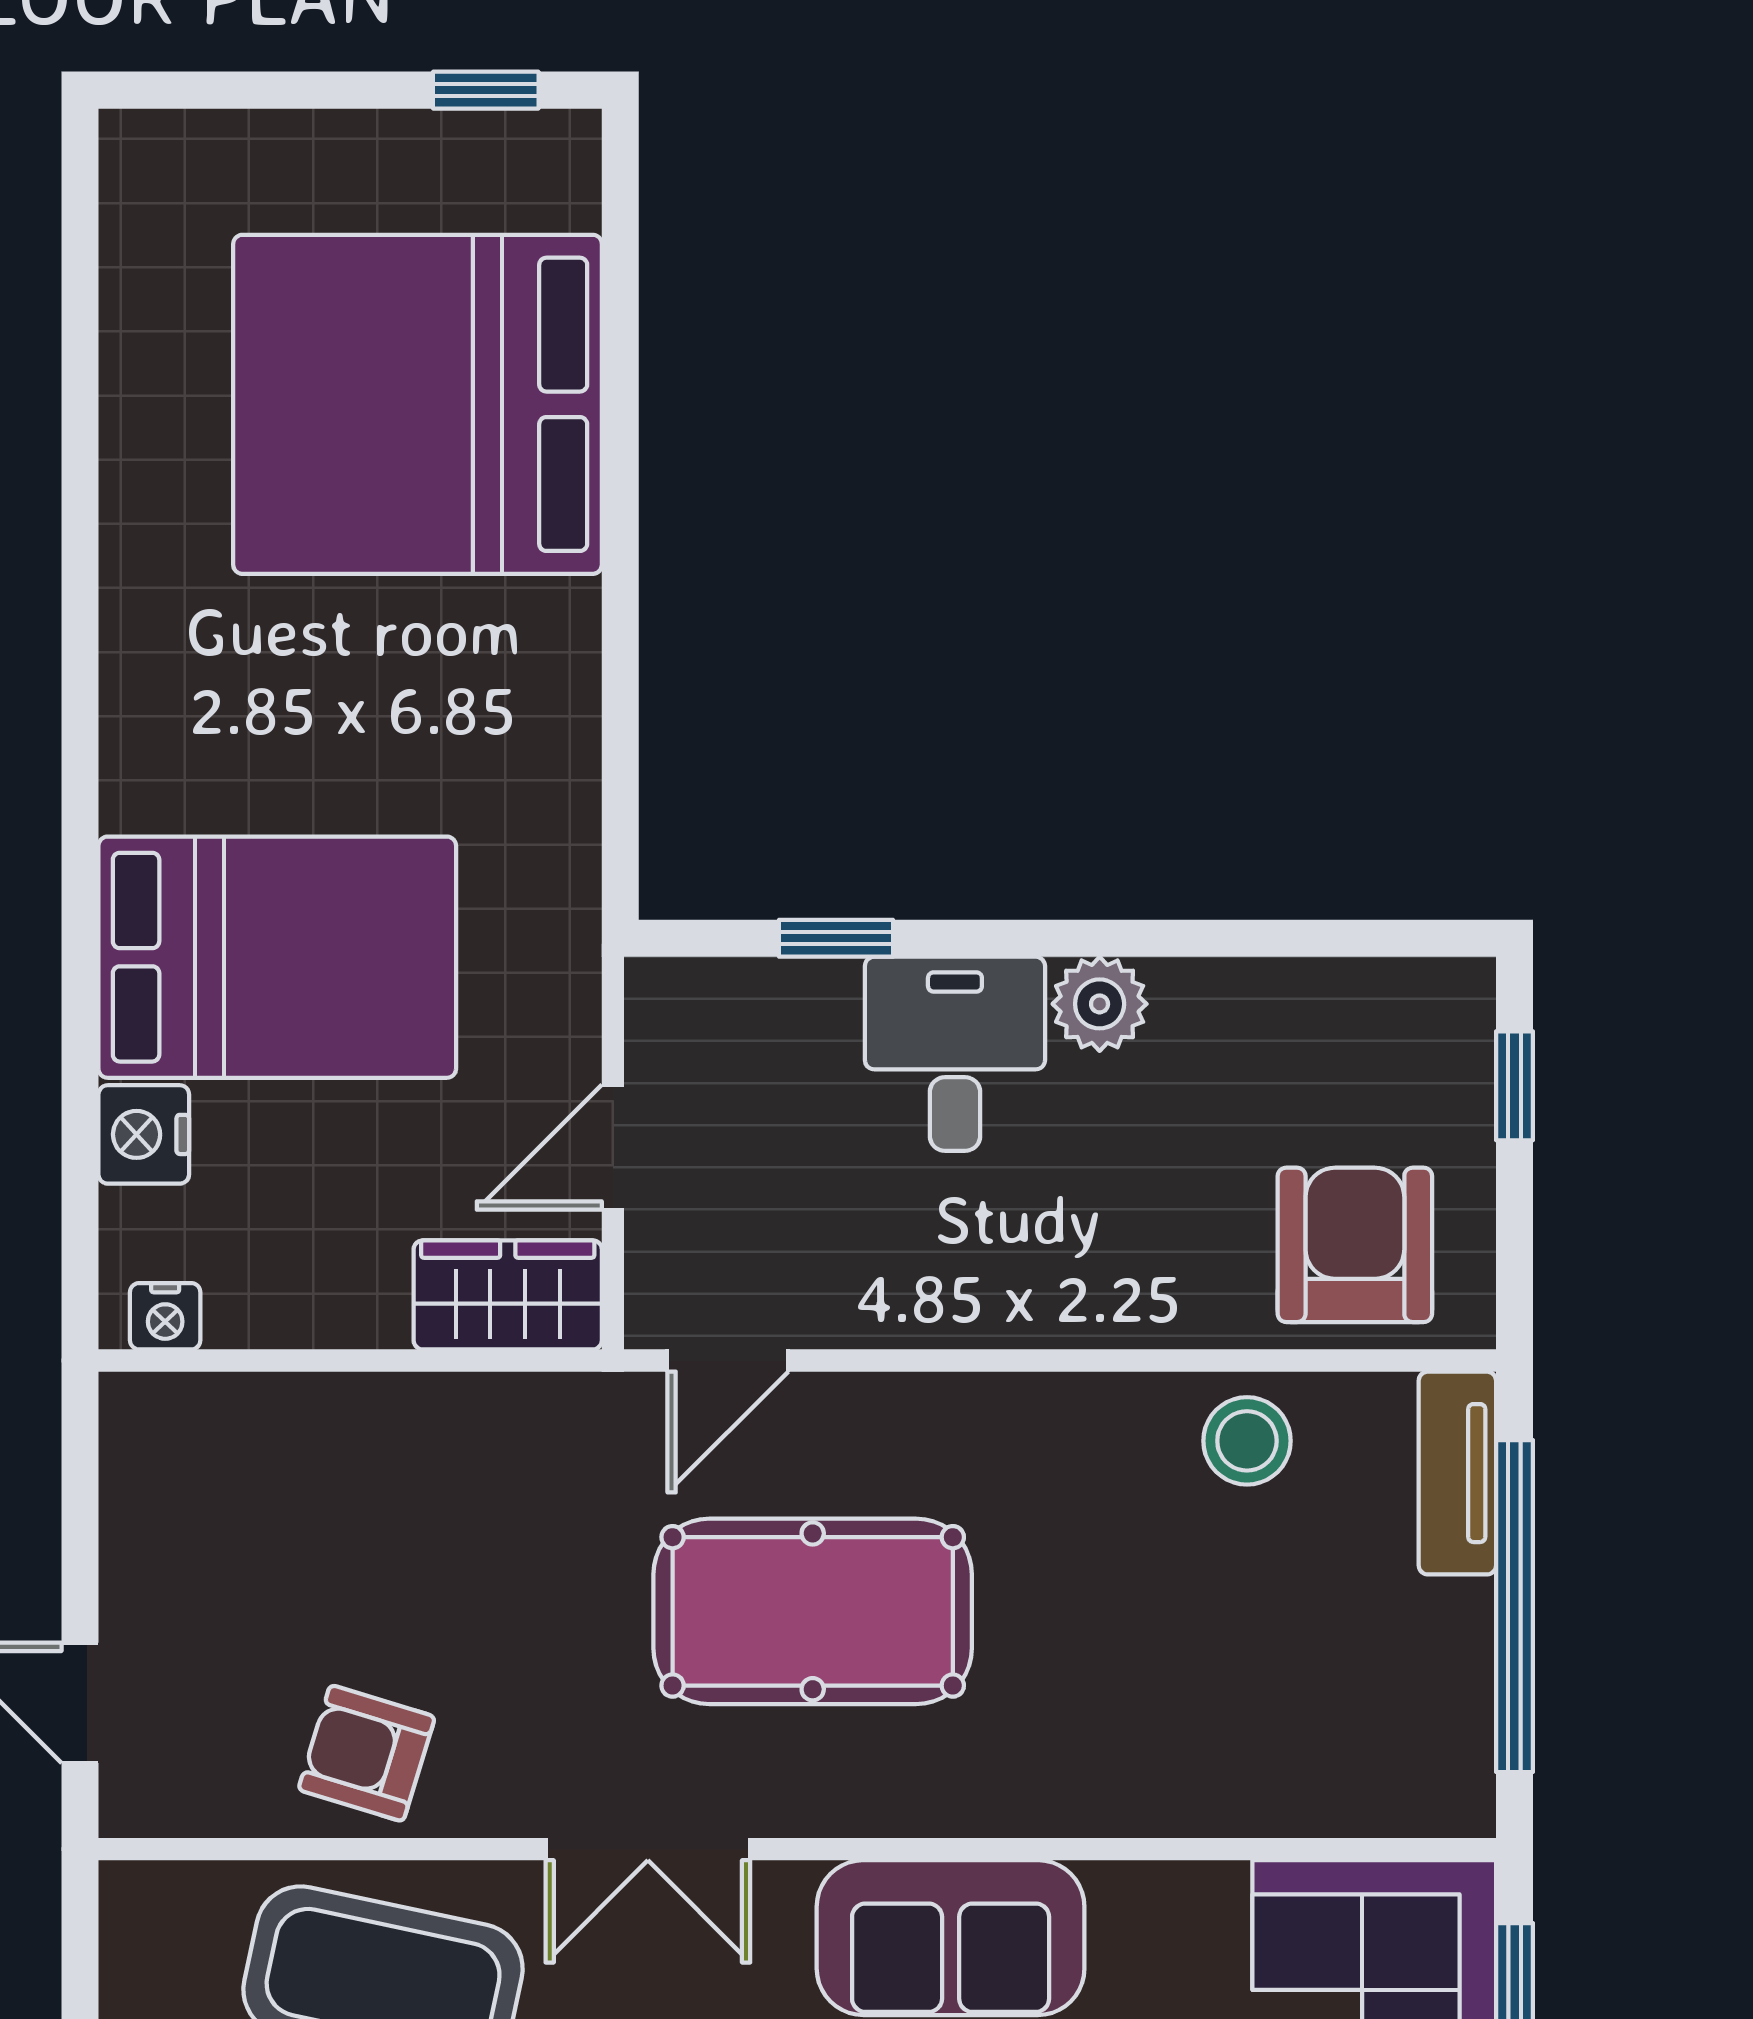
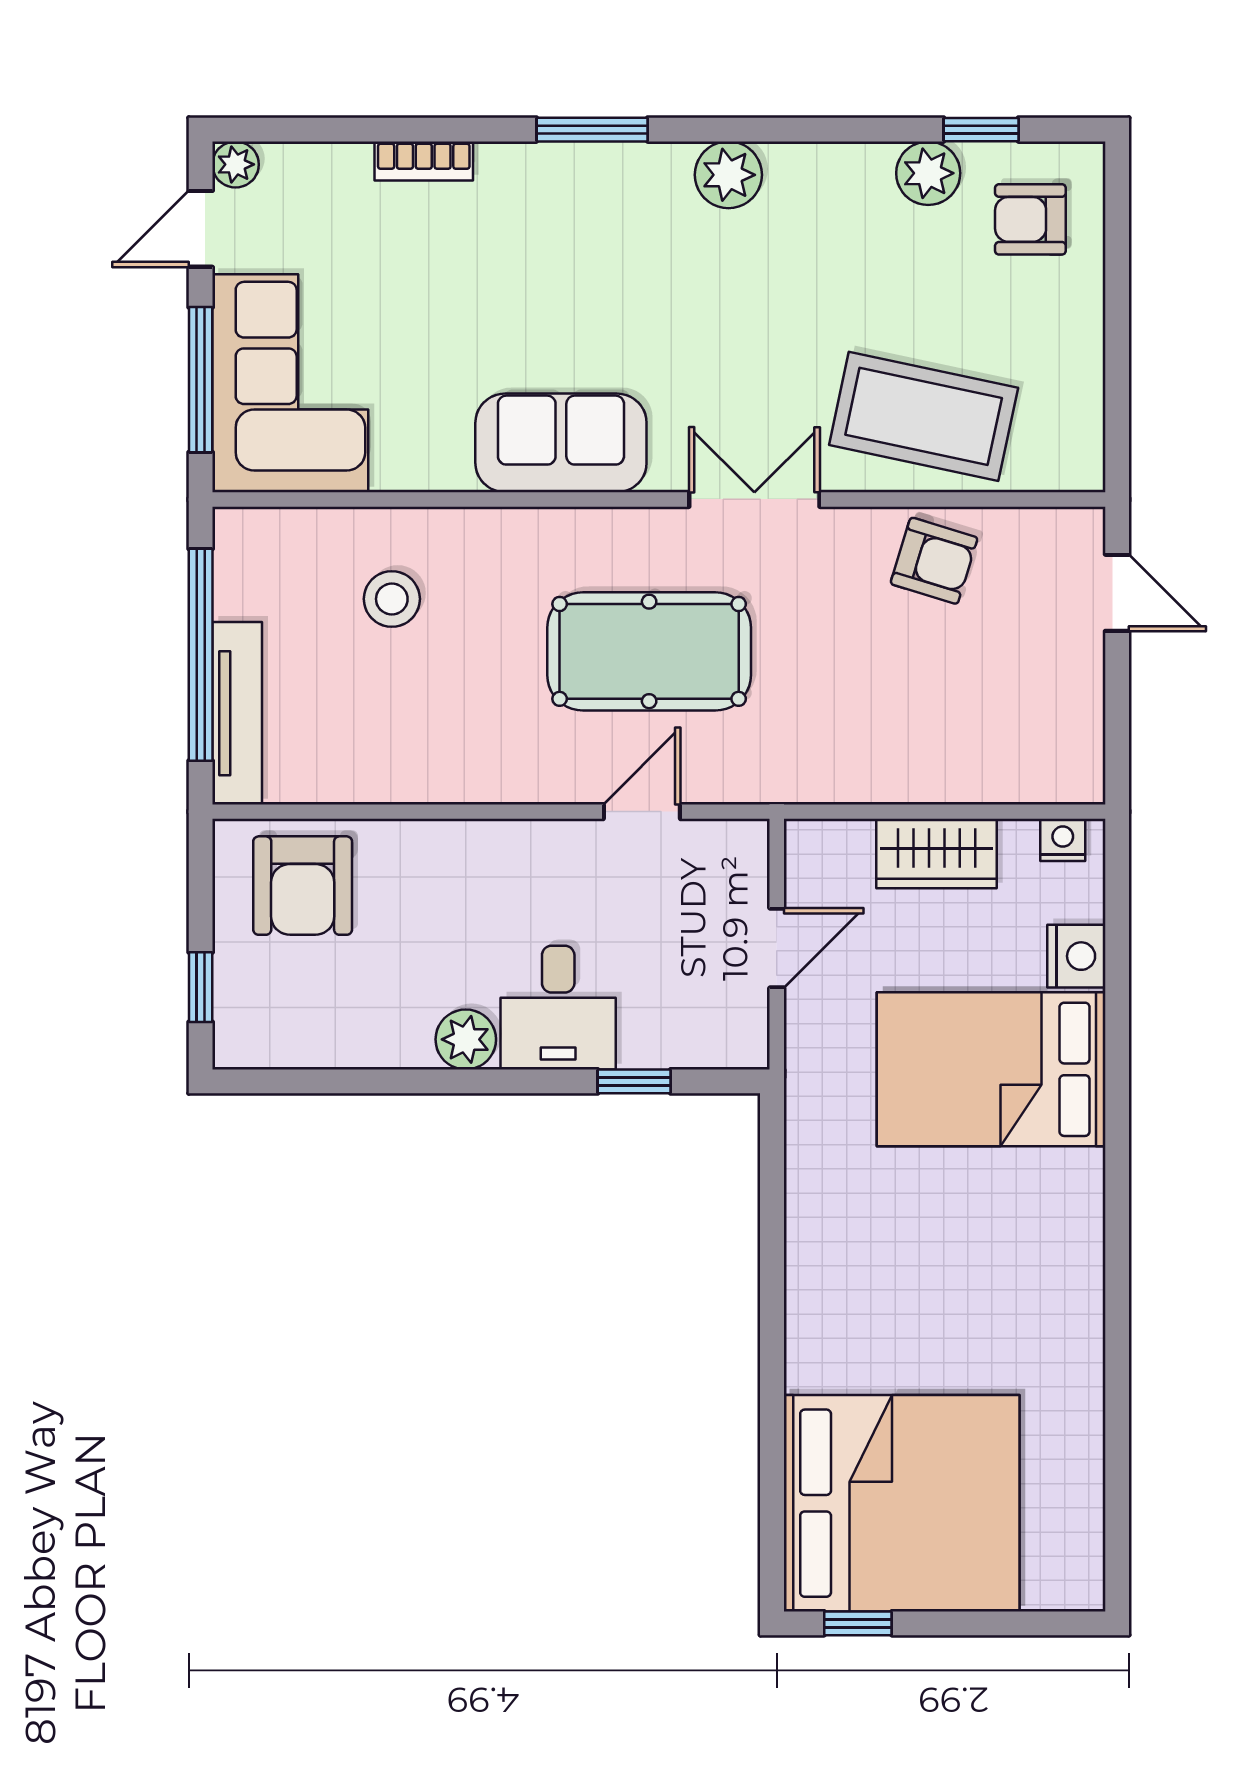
bed: (418, 404) -> (902, 1503), moved
wardrobe: (508, 1295) -> (937, 854), moved
door: (728, 1361) -> (642, 812), moved
stool: (1247, 1441) -> (392, 599), moved
tv unit: (1457, 1473) -> (237, 713), width x1.41

